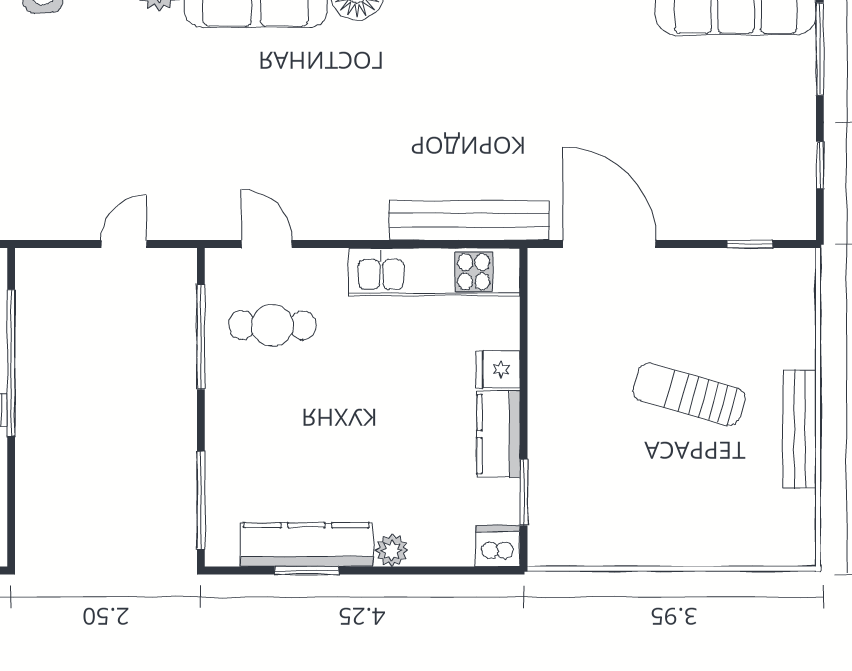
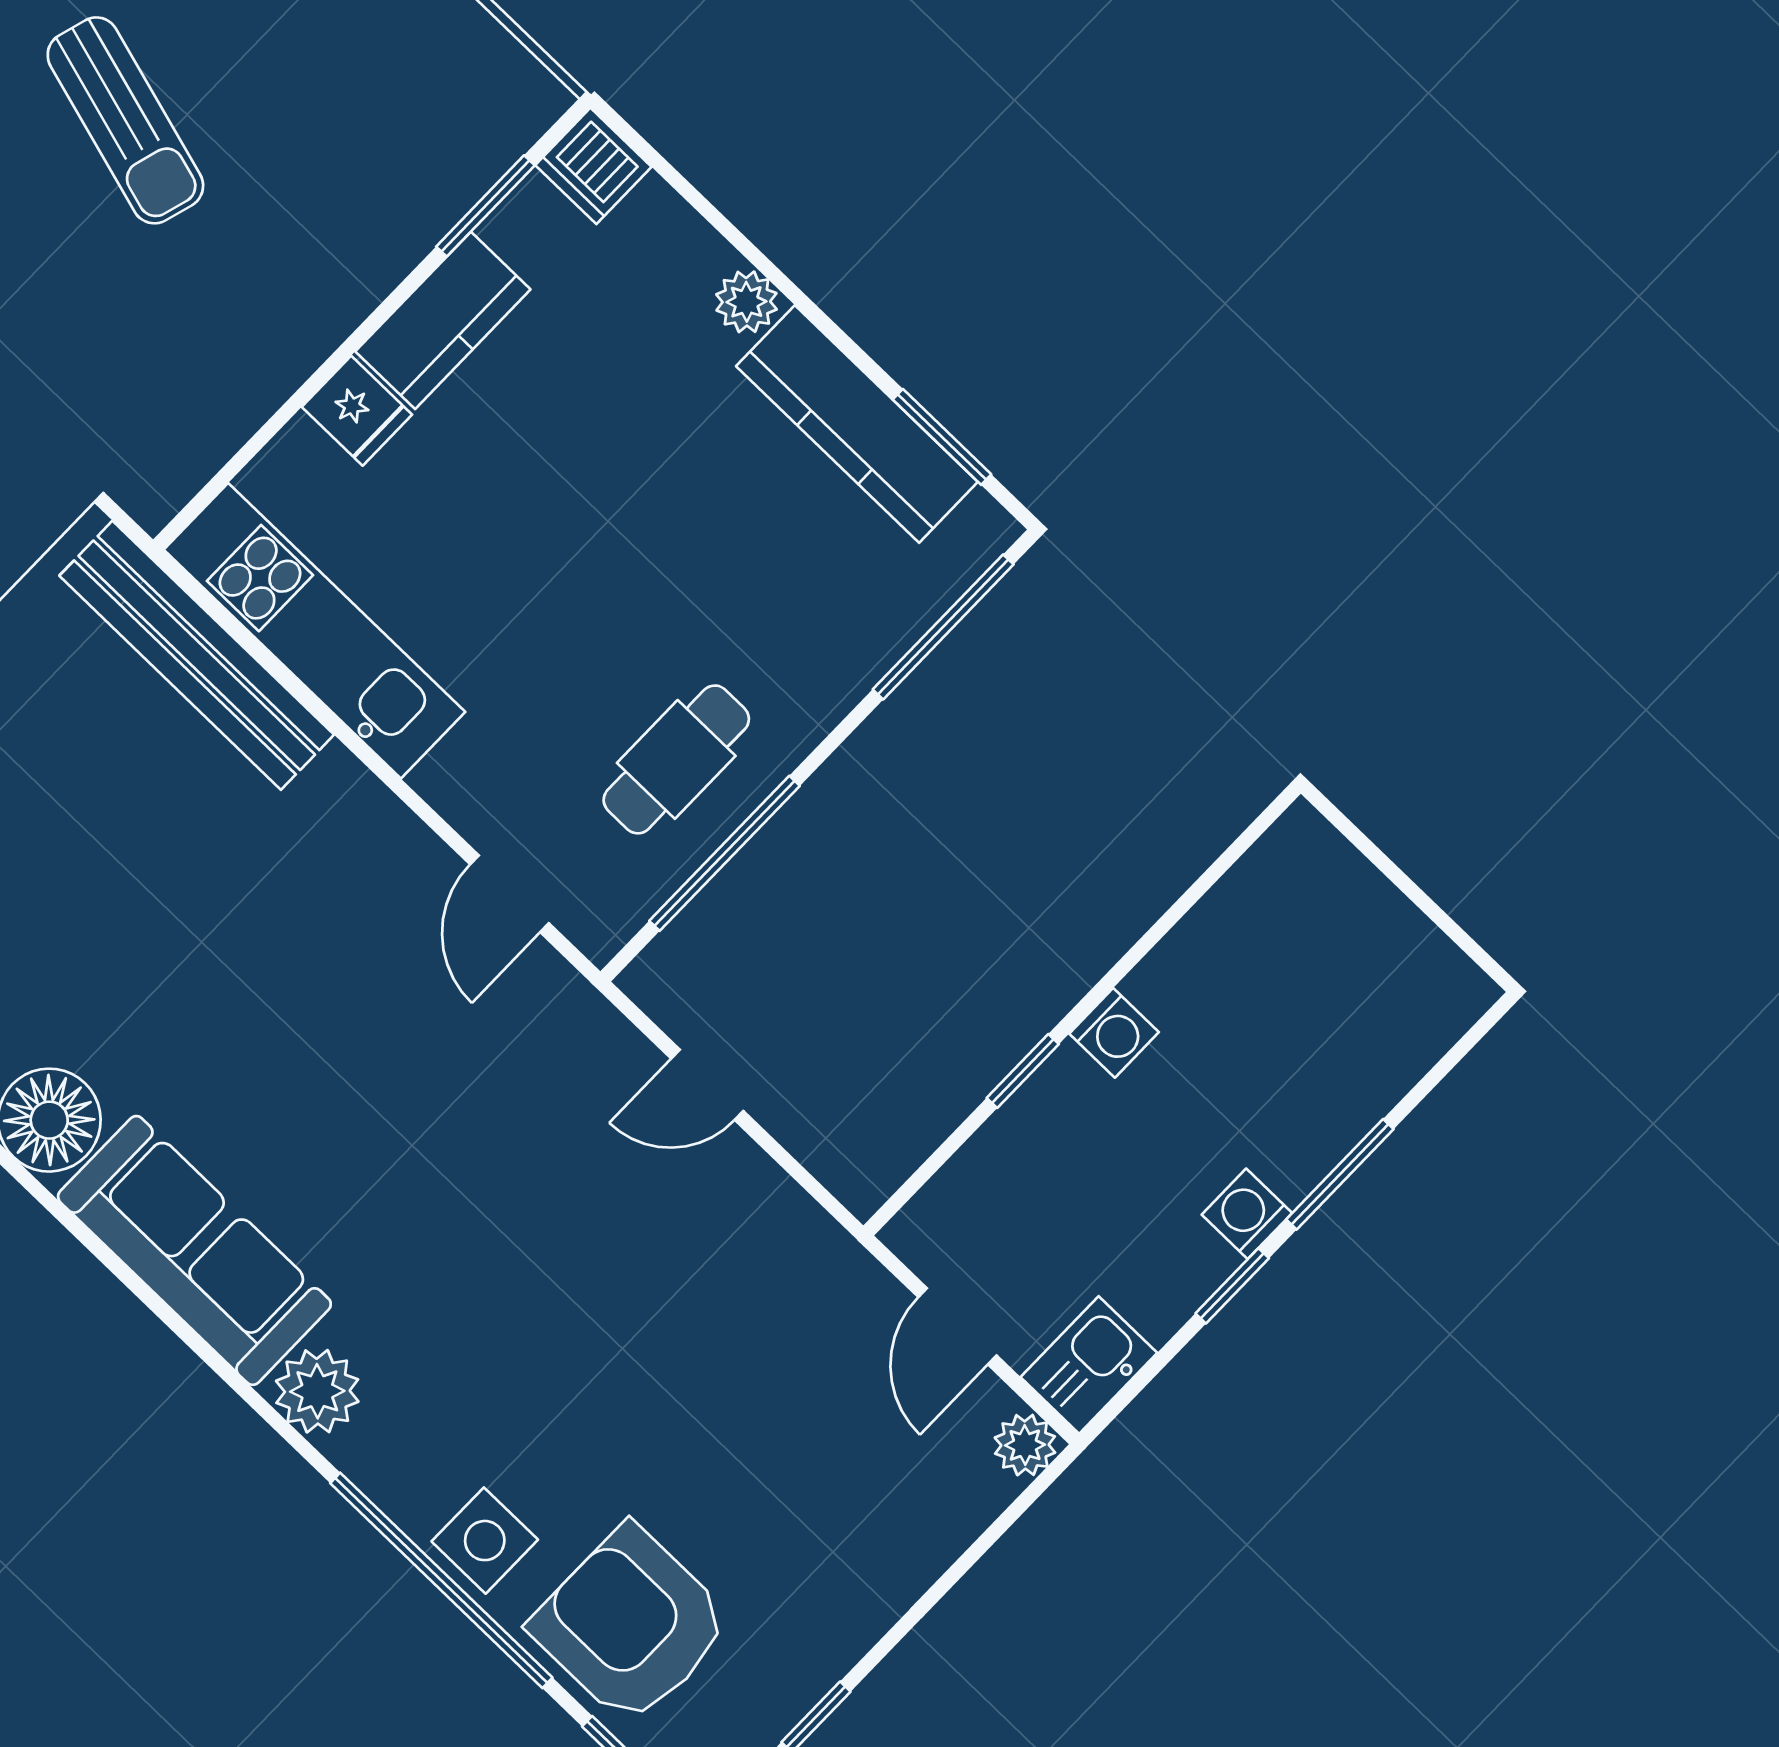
cafe table: (272, 325) -> (676, 759), moved, turned 90
window: (11, 363) -> (1023, 1071), width x0.32
window: (307, 571) -> (942, 437), moved

